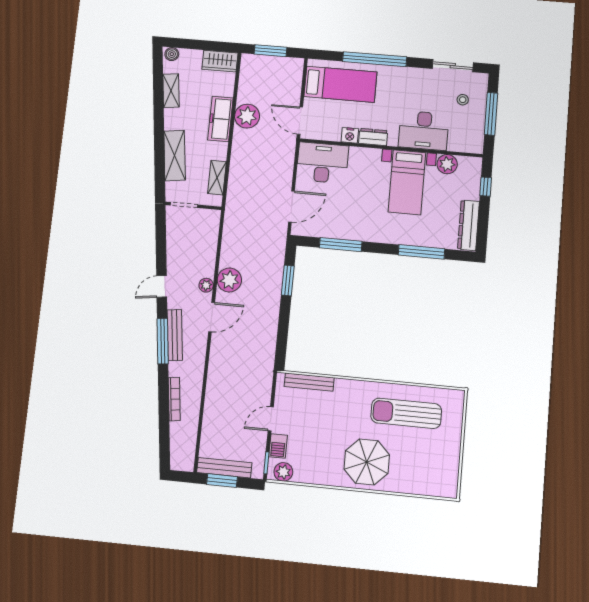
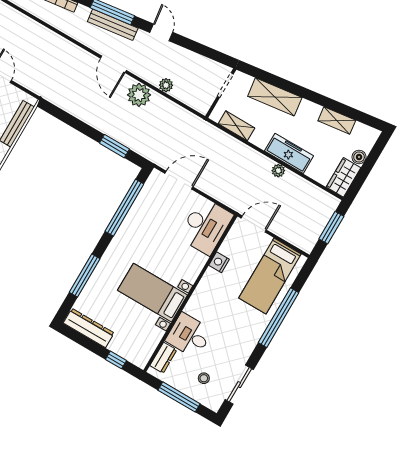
boiler: (172, 54) -> (359, 157), moved
plant: (247, 116) -> (278, 171), width x0.53, depth x0.53
desk: (424, 130) -> (189, 335), width x0.73
dresser: (373, 137) -> (163, 358), moved
plant: (447, 164) -> (152, 336), removed
door: (292, 207) -> (179, 180), swing flipped
window: (341, 245) -> (124, 208), width x1.46
plant: (206, 285) -> (166, 85), moved

